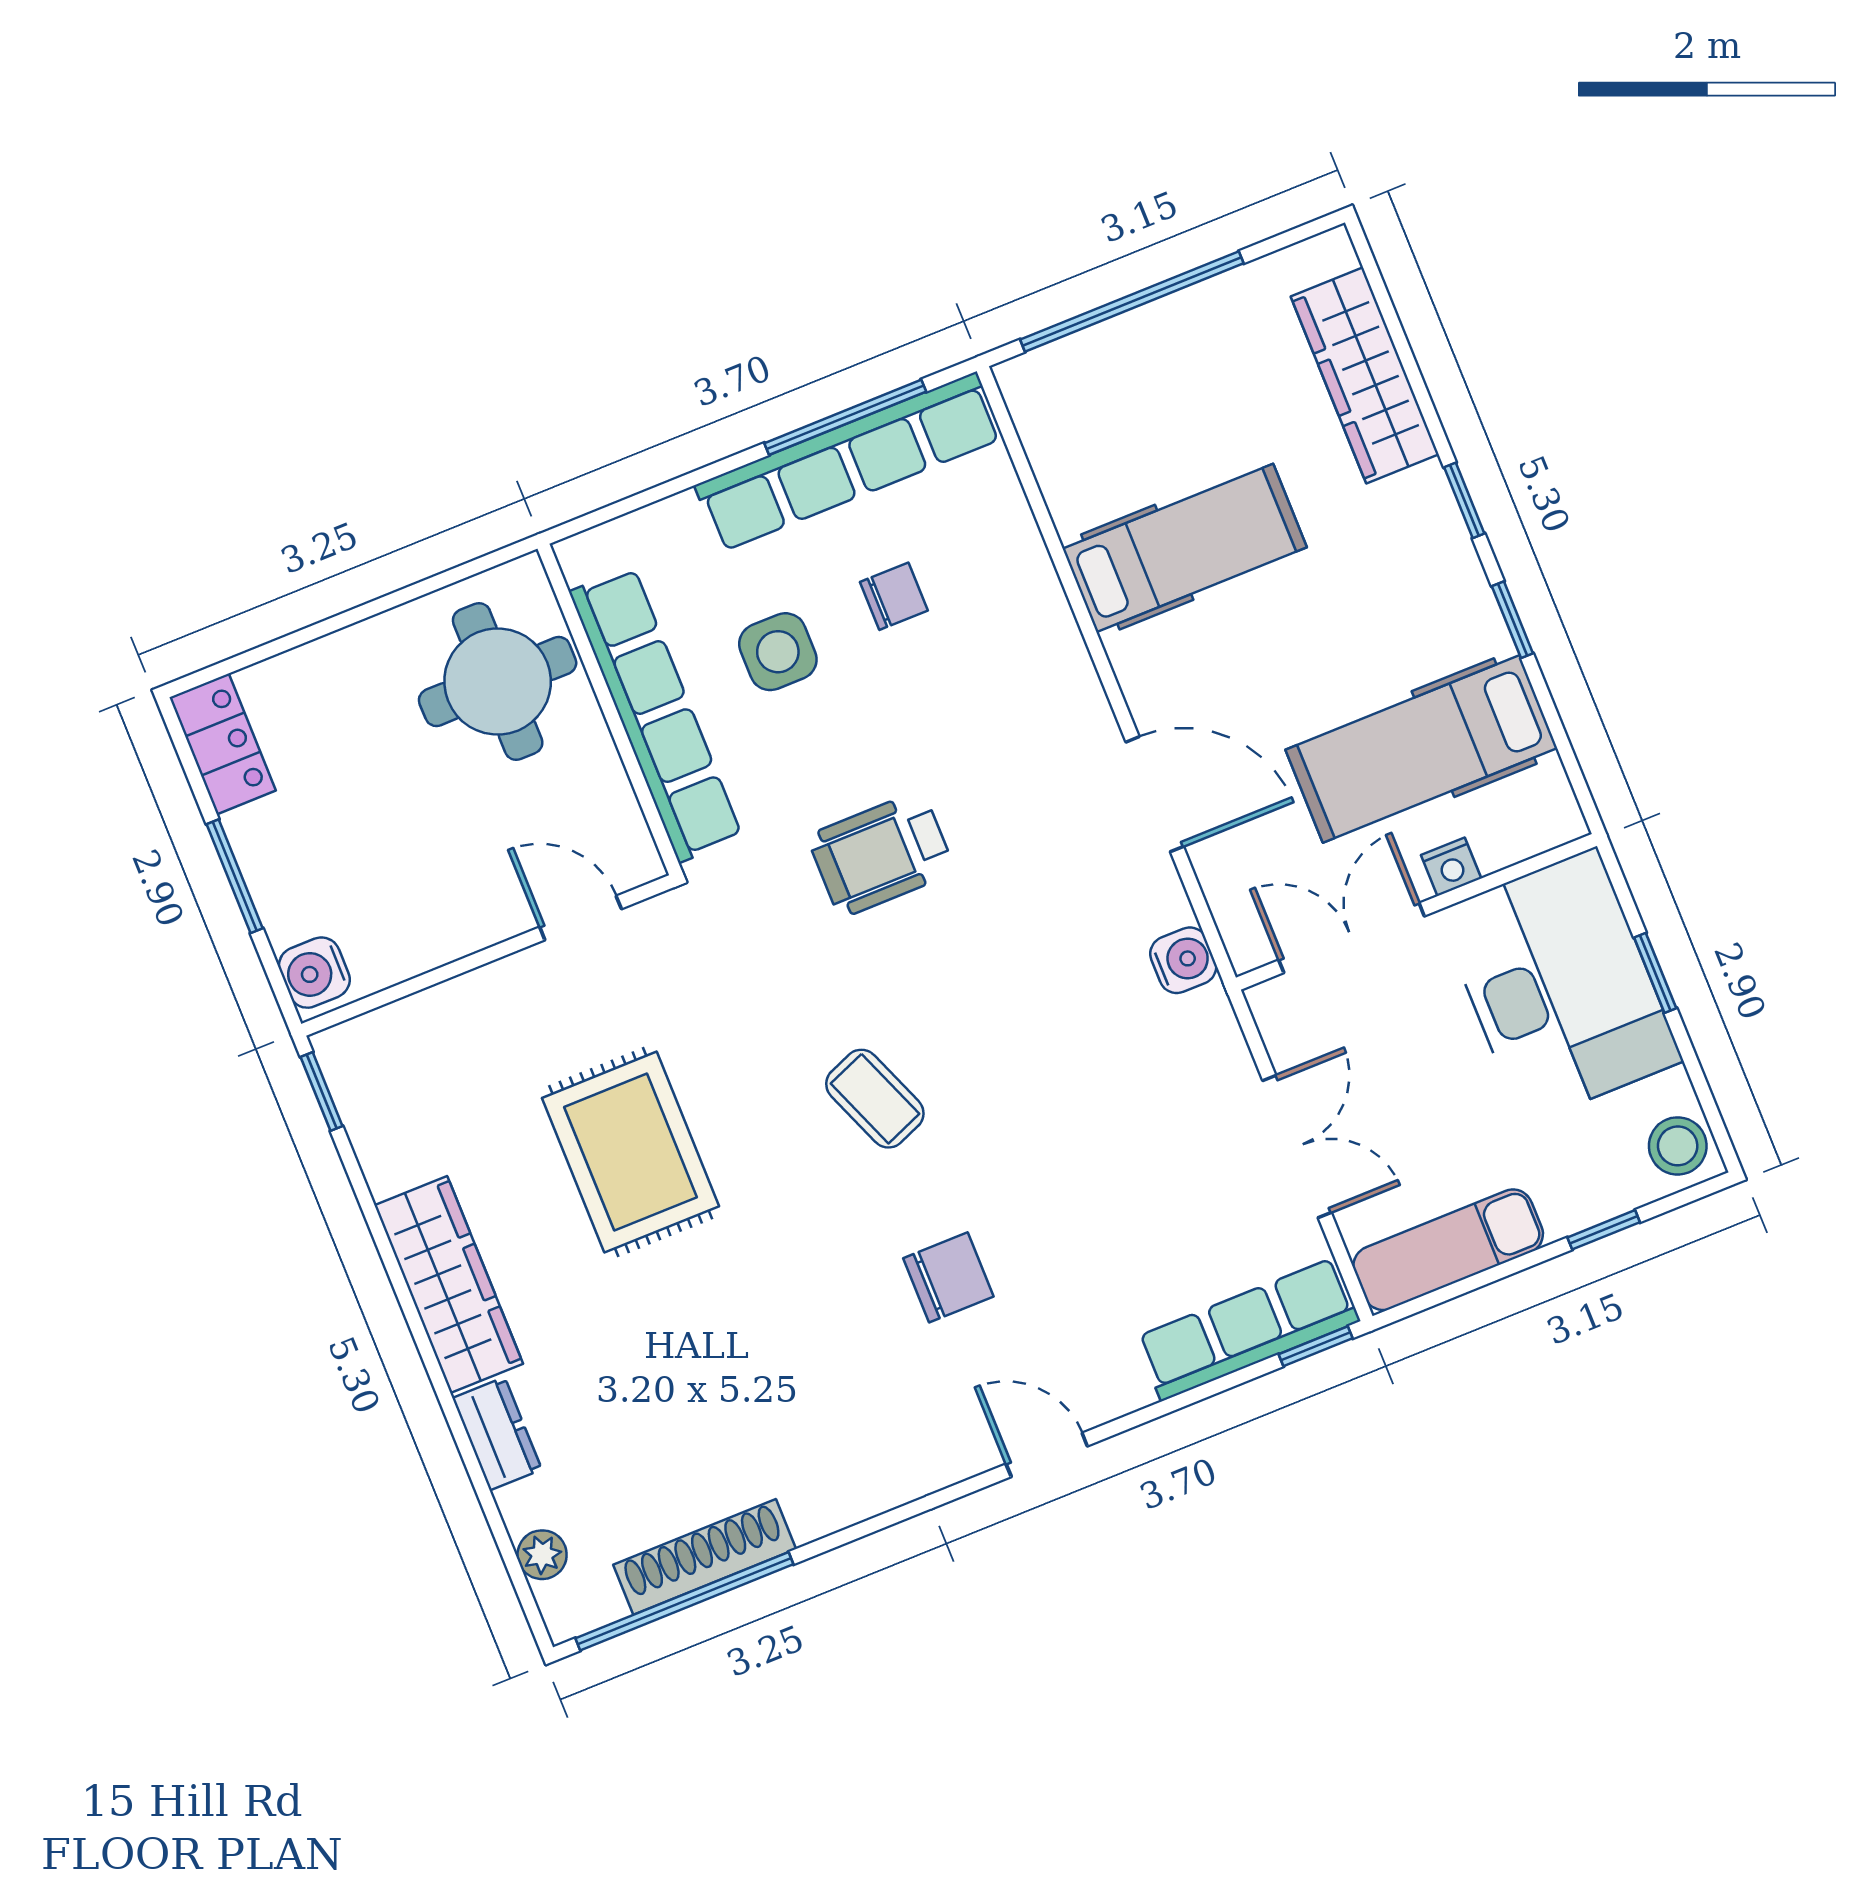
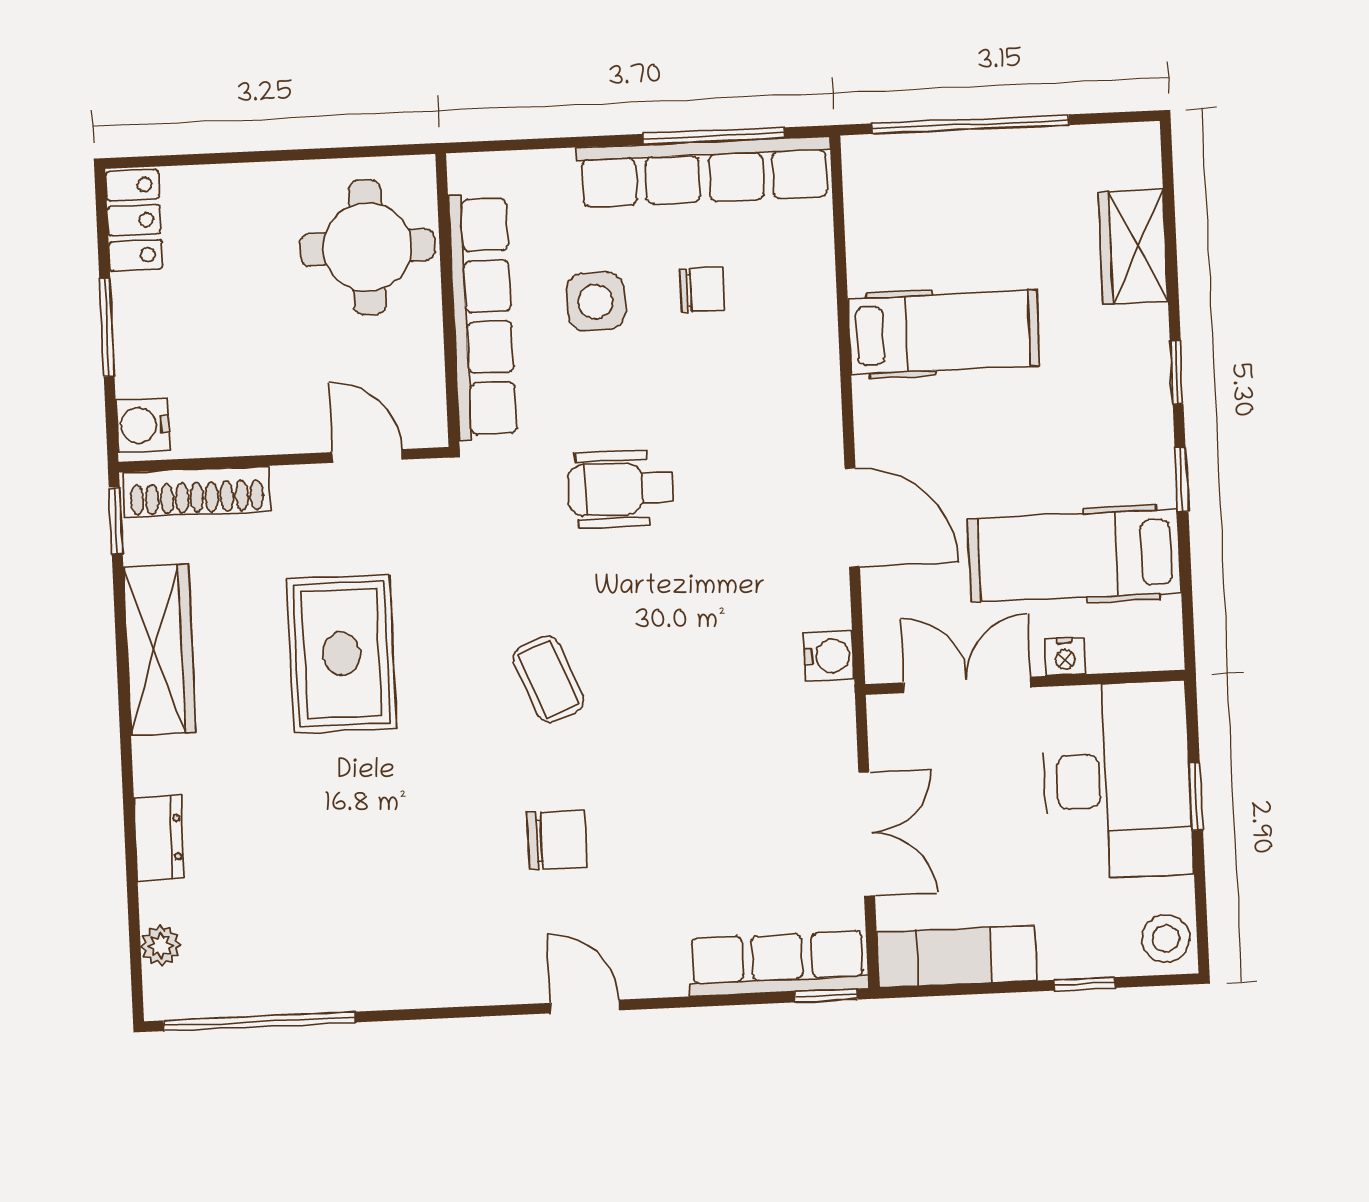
wardrobe: (1365, 375) -> (1133, 247), width x0.67
wardrobe: (449, 1285) -> (160, 650), moved
shoe rack: (705, 1557) -> (197, 492), moved, turned 180

